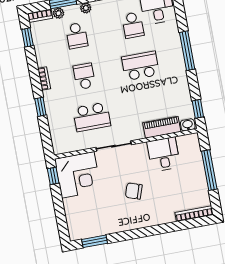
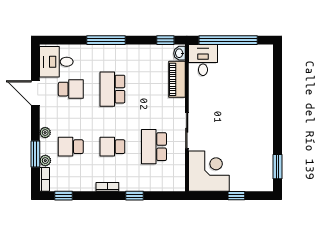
school desk: (77, 36) -> (71, 147), turned 180
school desk: (92, 117) -> (154, 147), turned 180
desk: (164, 154) -> (203, 60), moved, turned 90
window: (209, 170) -> (228, 40), width x1.46
window: (53, 176) -> (236, 196), moved
chair: (134, 191) -> (235, 119), removed
bookcase: (194, 214) -> (268, 63), removed

